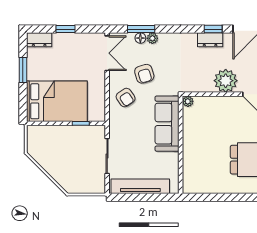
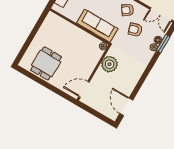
window: (213, 29) -> (138, 87), removed
dresser: (210, 40) -> (133, 81), removed
plant: (226, 81) -> (109, 64), moved

